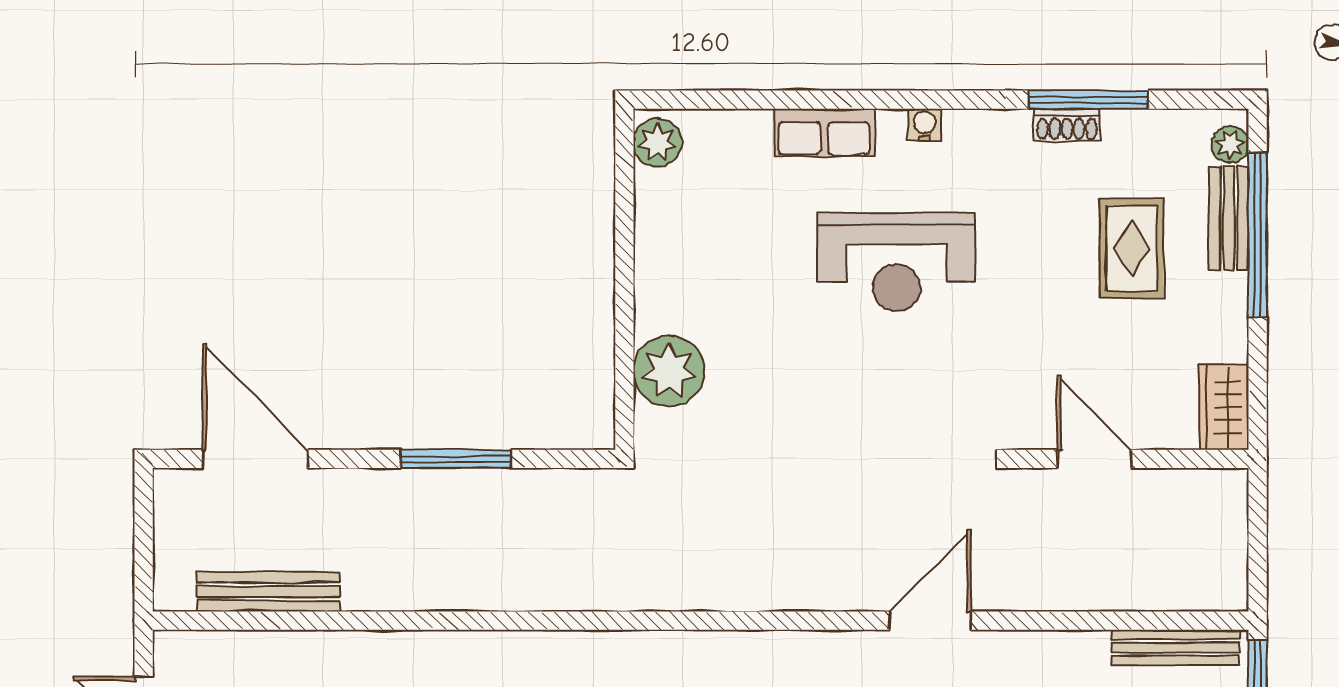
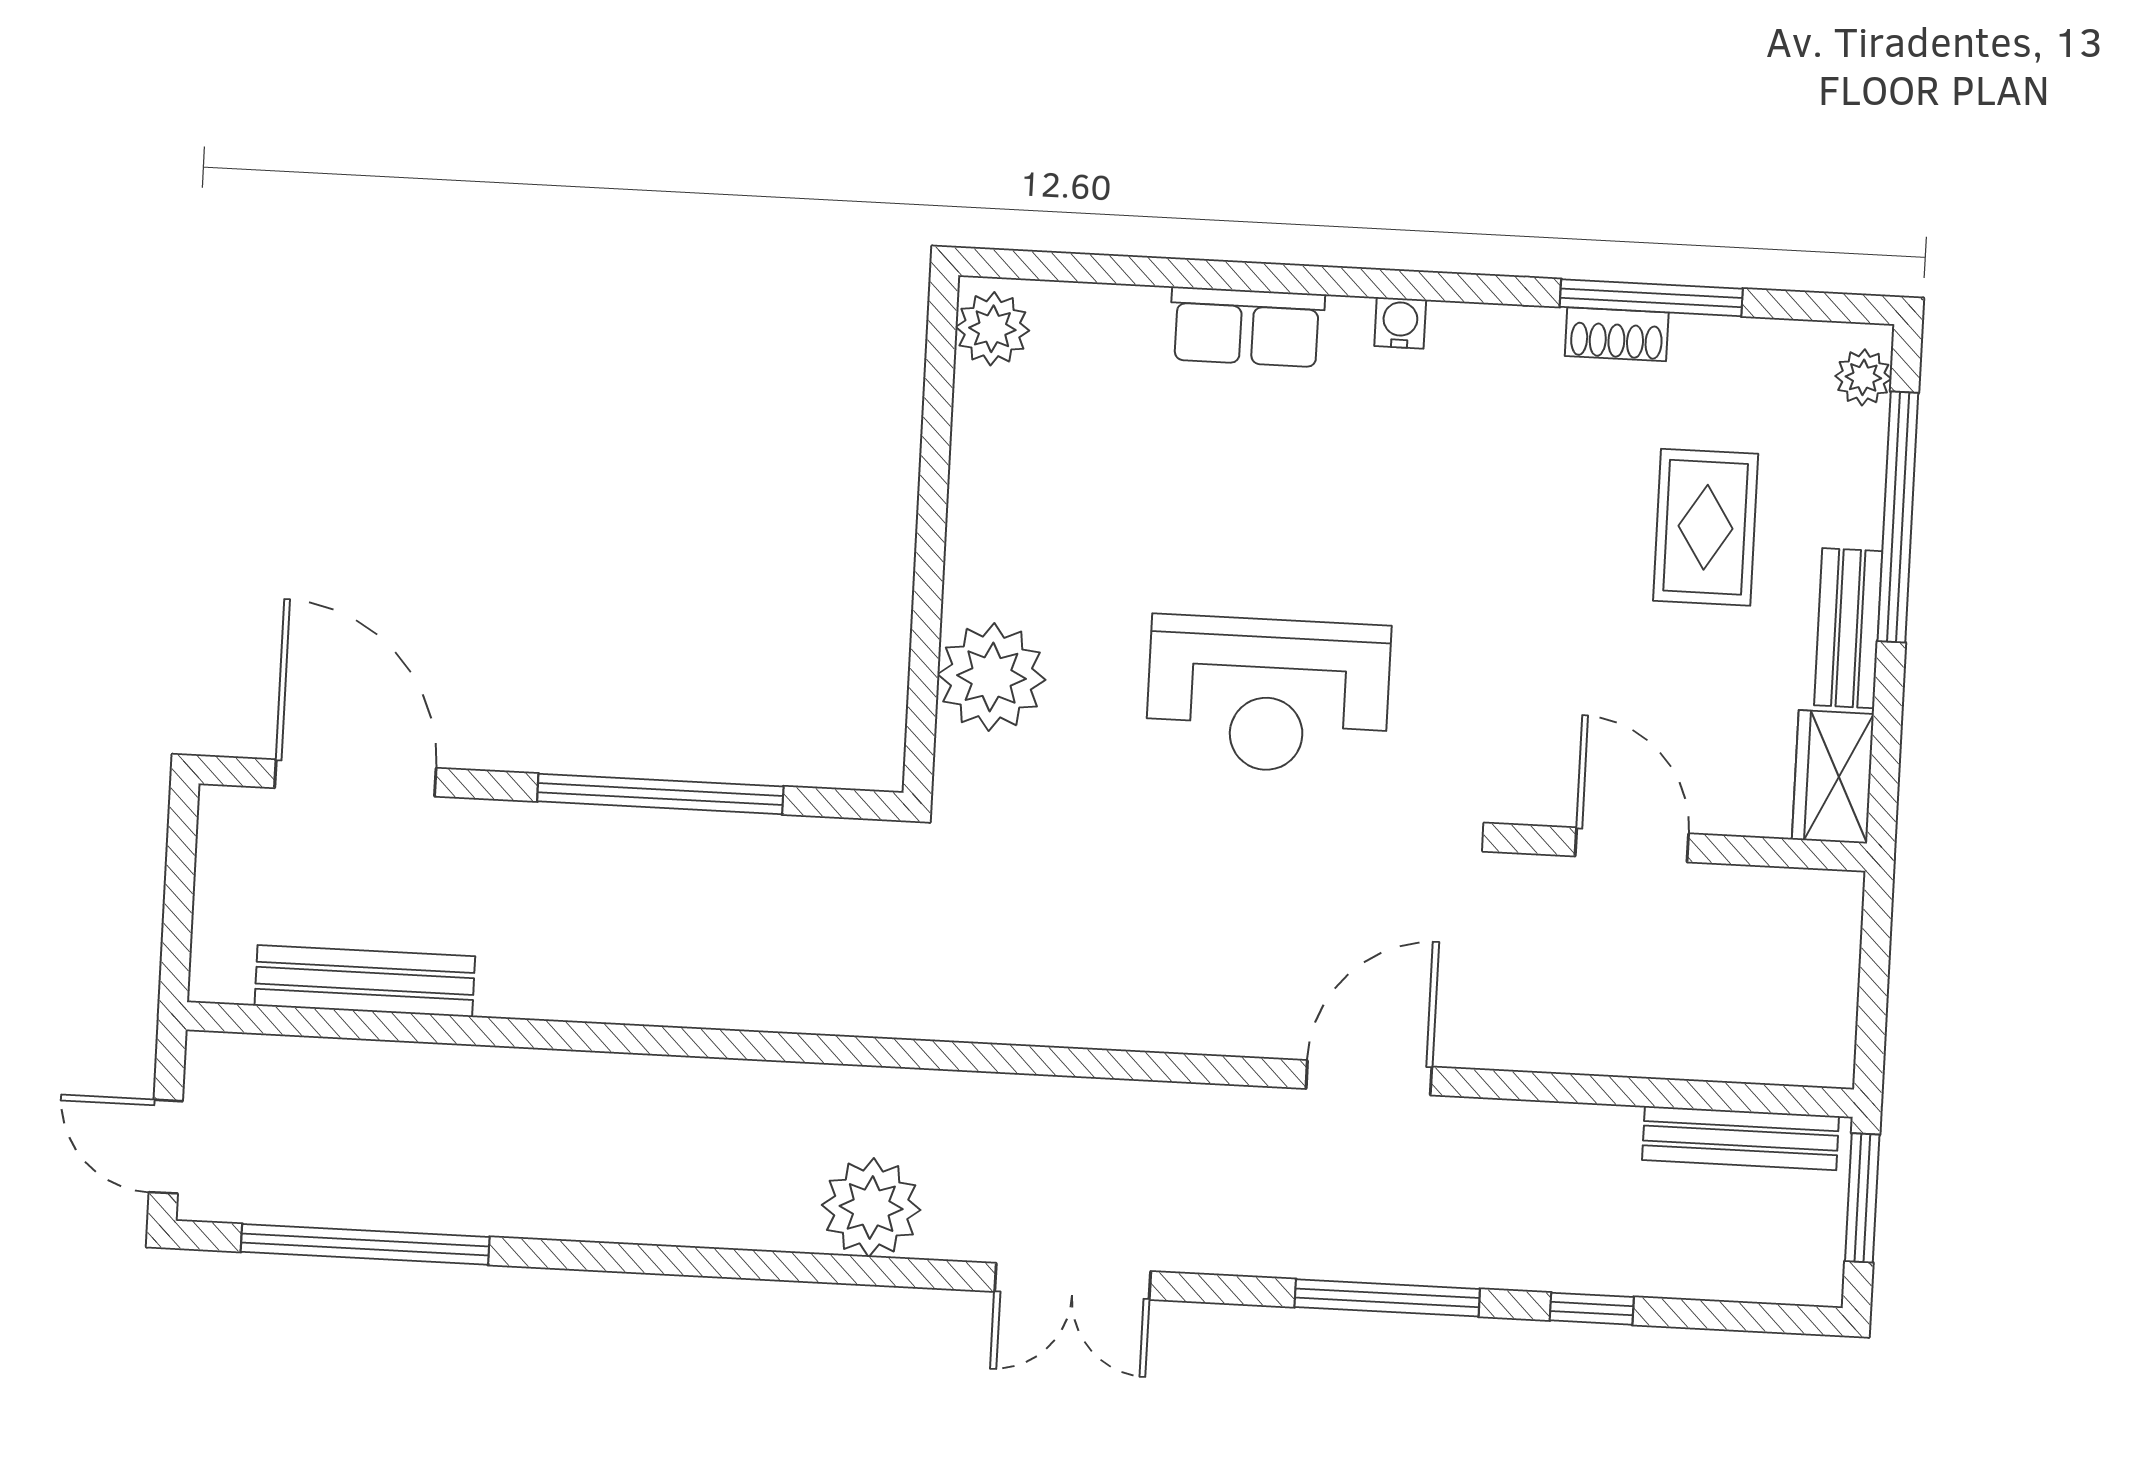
bench: (1229, 218) -> (1848, 628), moved
reception desk: (897, 262) -> (1268, 695), moved
window: (456, 459) -> (660, 794), width x1.46

